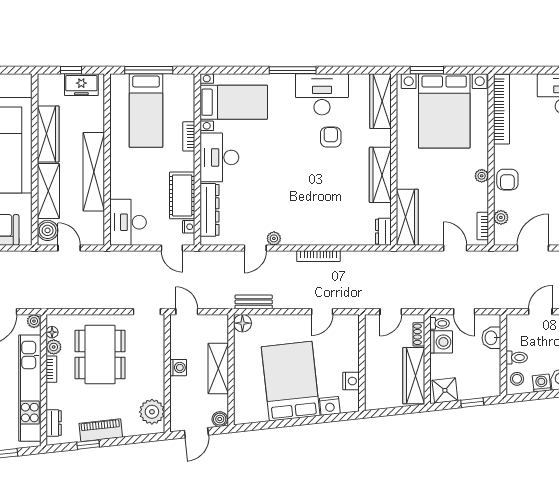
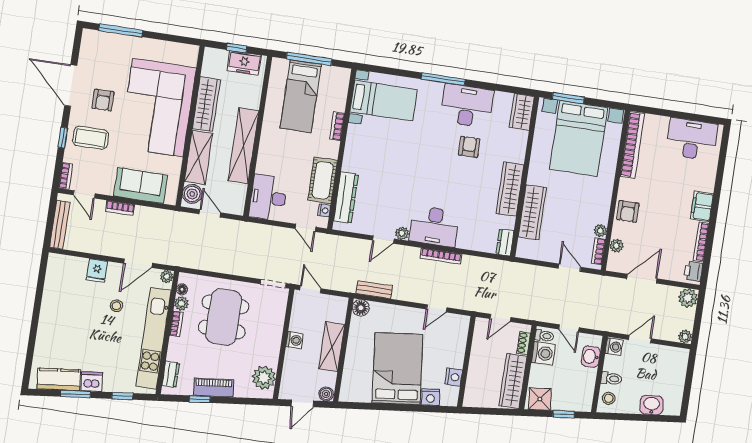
wardrobe: (380, 101) -> (522, 112), width x0.67
desk: (219, 157) -> (434, 226), moved, turned -90
plant: (482, 176) -> (600, 231), moved
wardrobe: (407, 217) -> (532, 212), moved
washing machine: (542, 383) -> (614, 347), moved, turned 96

